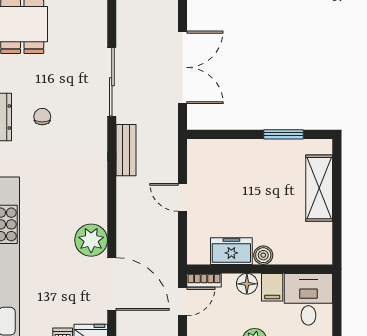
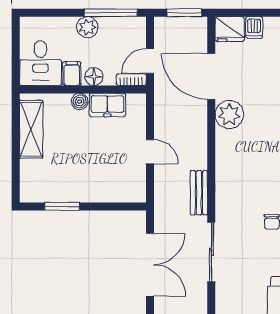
double door: (182, 67) -> (150, 265), swing flipped
shelving: (319, 188) -> (31, 129), moved

